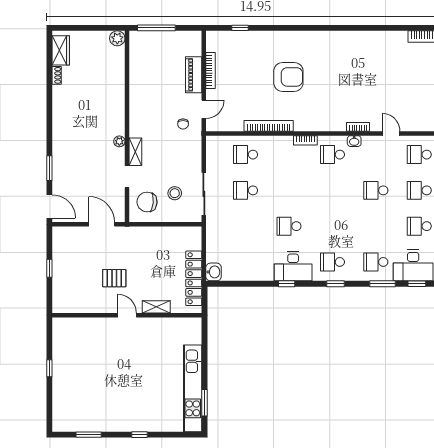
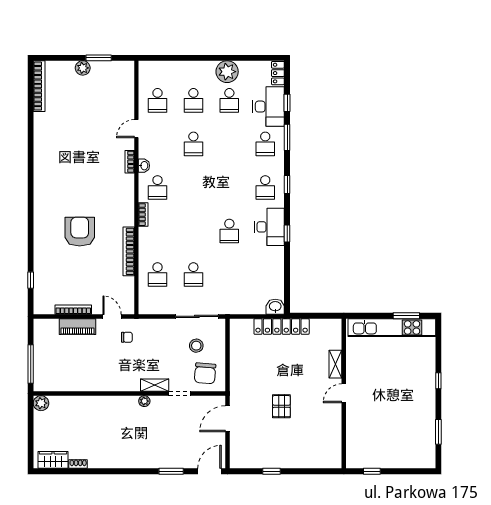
shelving: (156, 307) -> (335, 364), moved
door: (127, 315) -> (344, 393), moved
wall: (127, 315) -> (344, 393), moved

